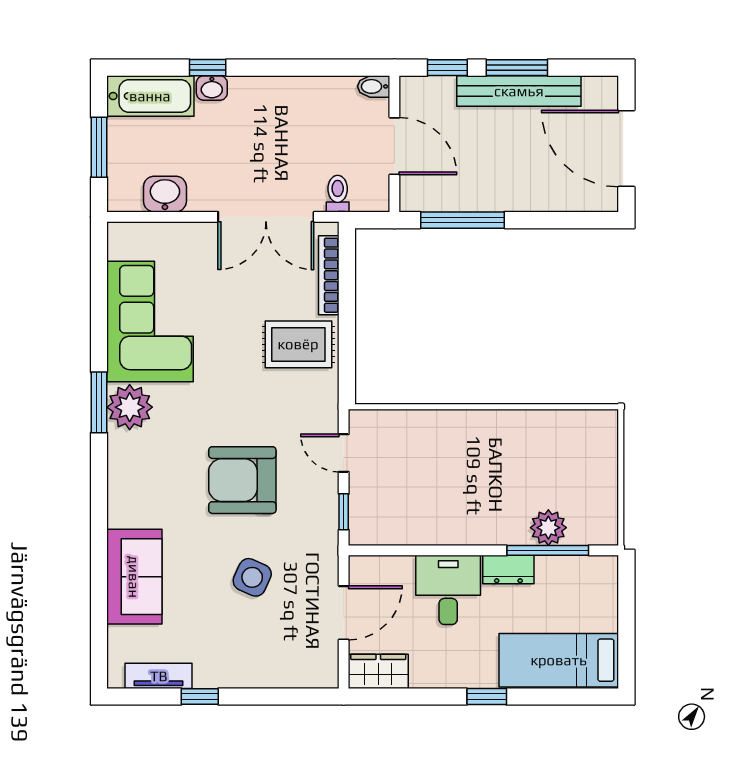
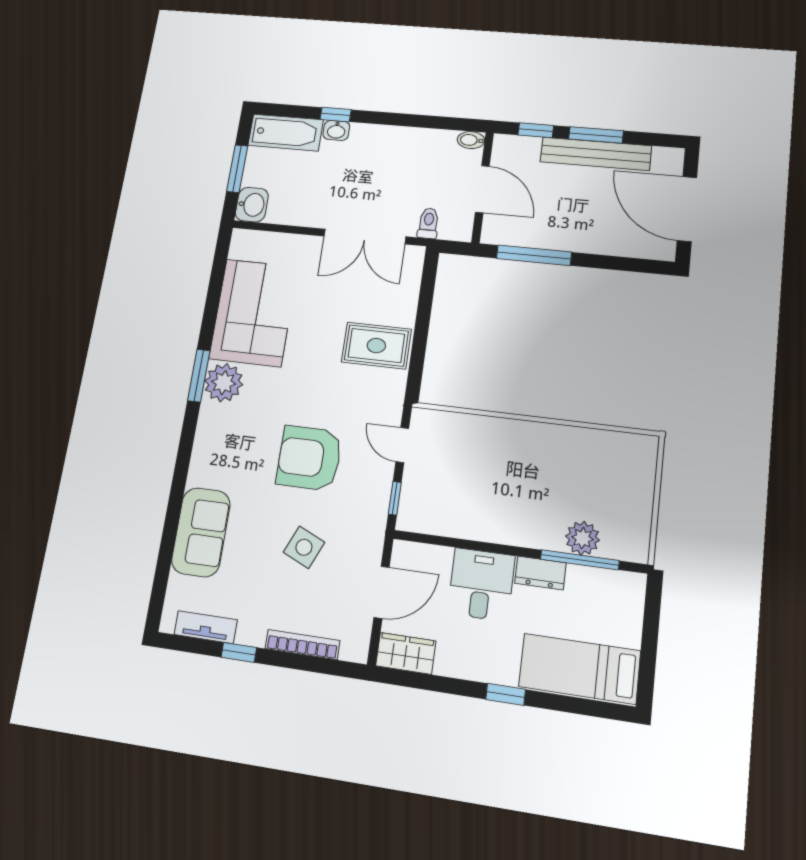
washbasin: (165, 194) -> (252, 205), moved, turned 90
bookcase: (329, 275) -> (302, 645), moved, turned 90

